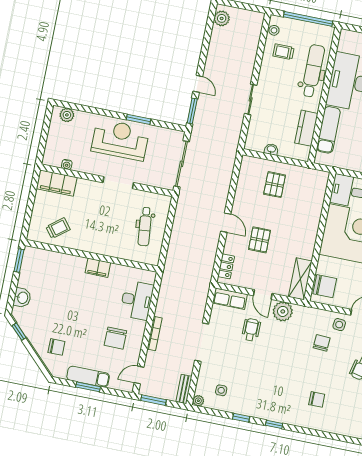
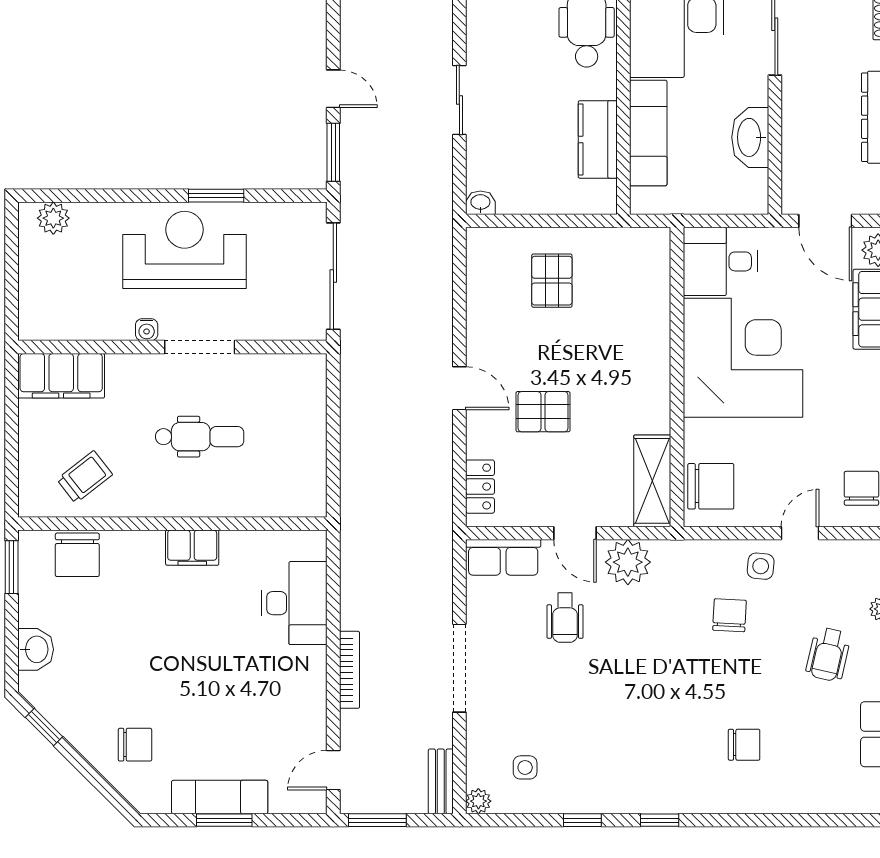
washbasin: (271, 149) -> (480, 203), moved
water cooler: (67, 165) -> (147, 330), moved
dental chair: (145, 227) -> (200, 437), moved, turned -84
pallet: (259, 240) -> (543, 412), turned 90
wheelchair: (251, 330) -> (565, 618), turned 180
chair: (115, 338) -> (77, 555), moved

